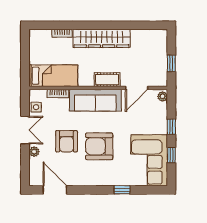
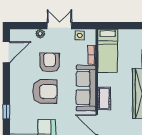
double door: (25, 130) -> (59, 26), swing flipped
armchair: (67, 141) -> (49, 62), turned 90
armchair: (99, 146) -> (45, 91), turned 90

